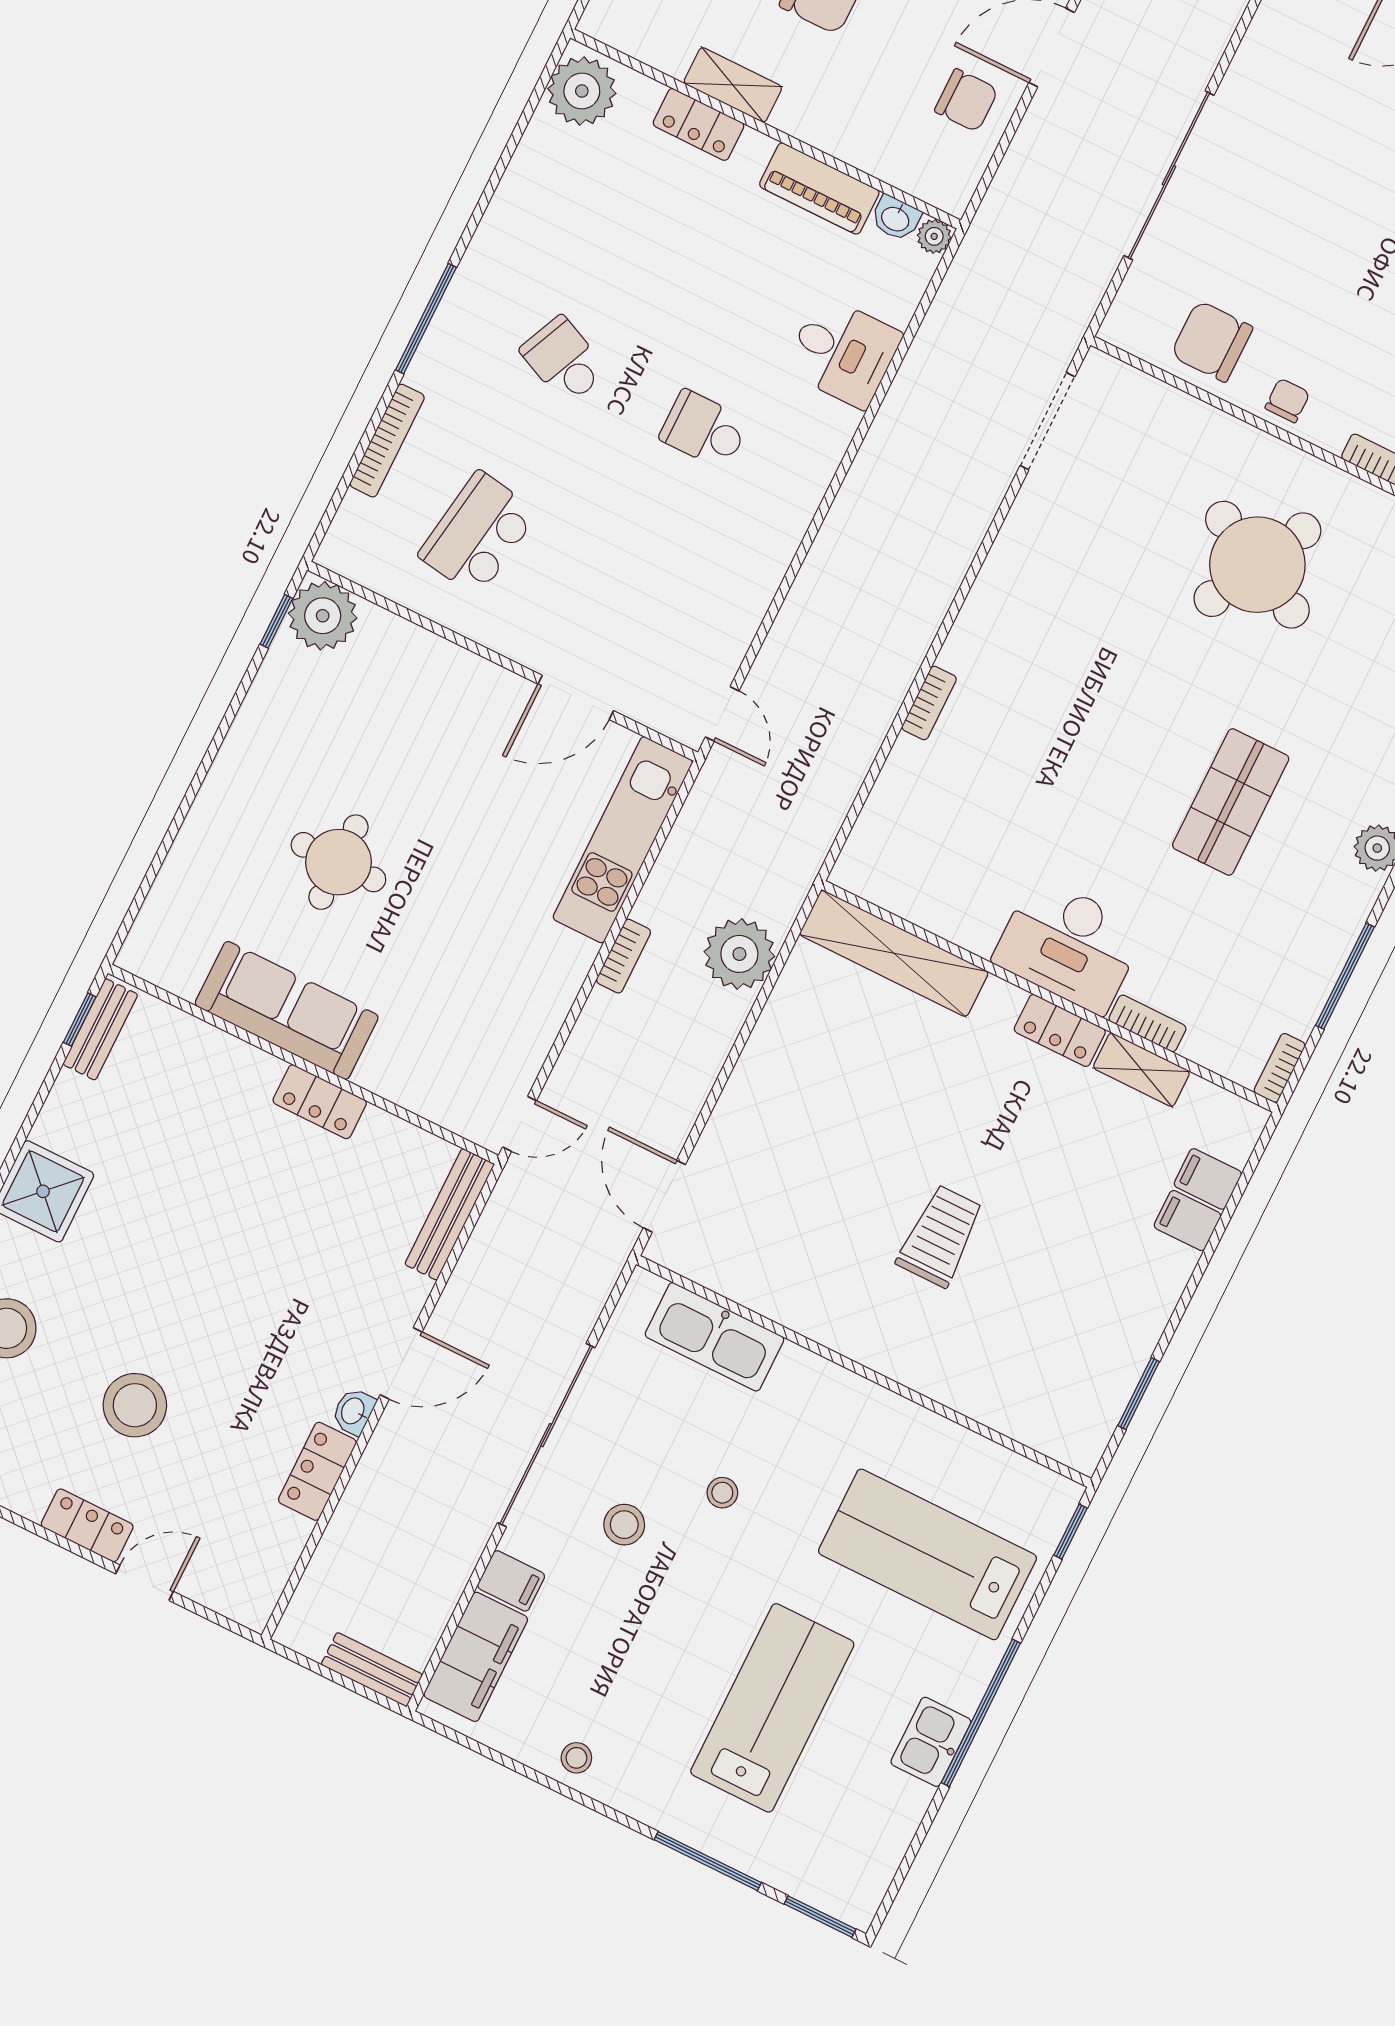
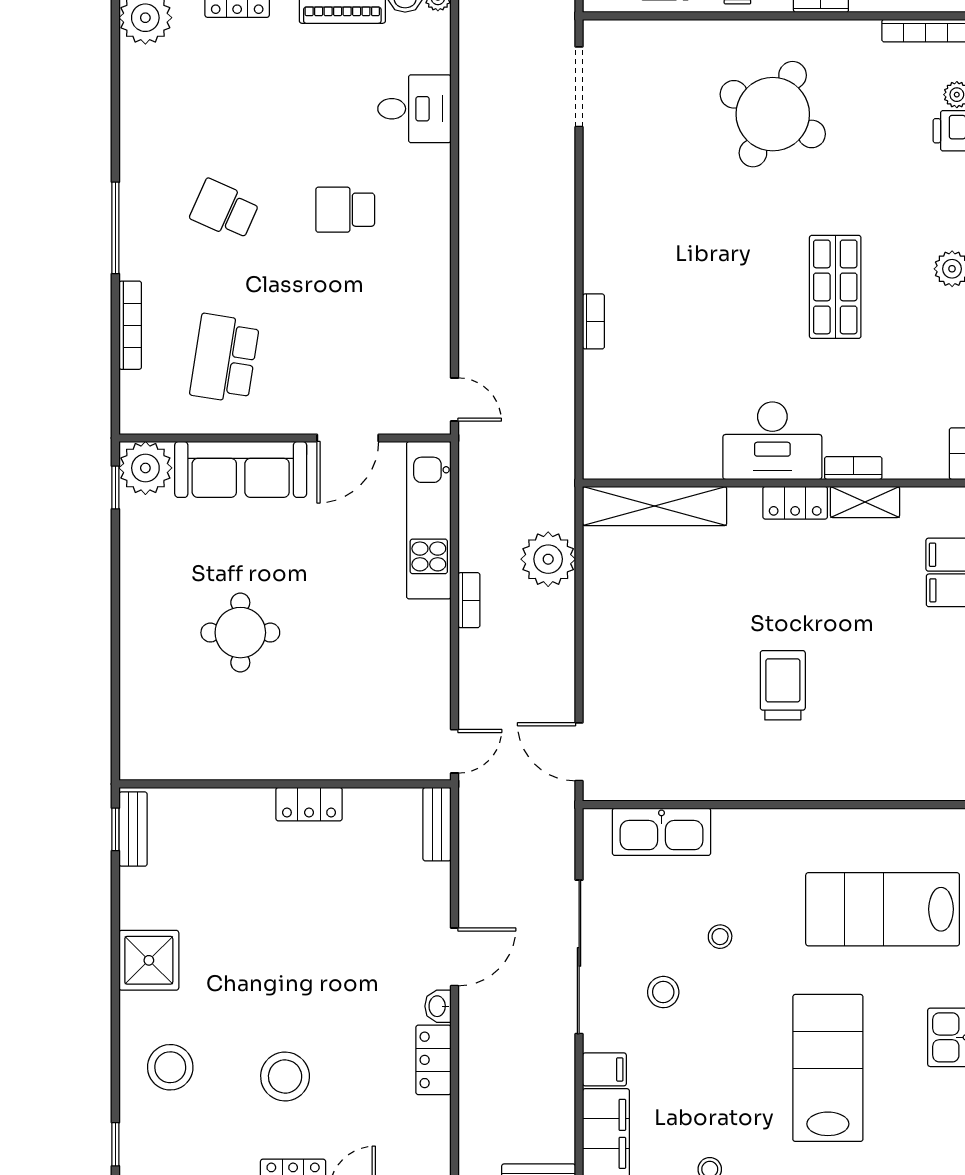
sofa: (287, 1010) -> (241, 469), moved, turned 180
bench: (450, 1214) -> (437, 824), width x0.73

